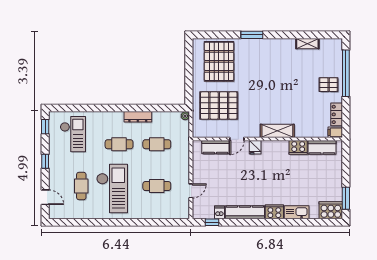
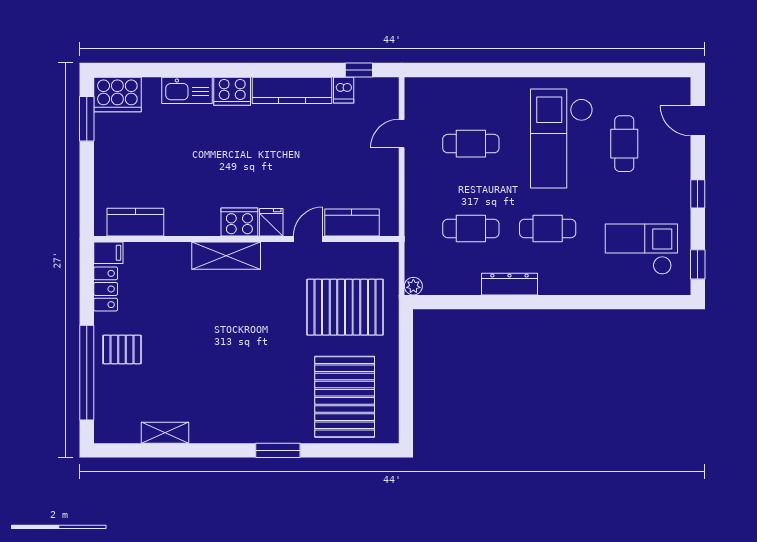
checkout: (73, 134) -> (641, 249), turned 90
cooker: (298, 147) -> (239, 222), moved

